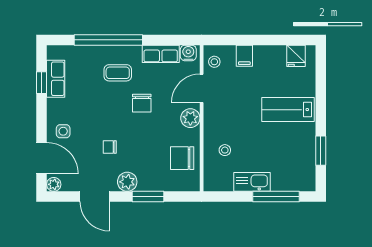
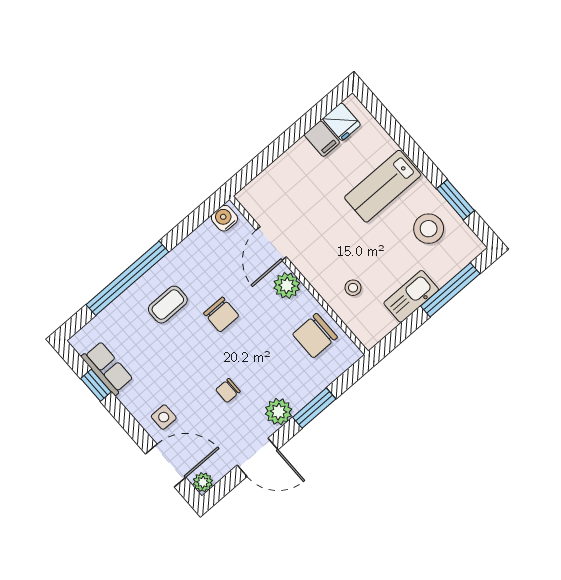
row of seats: (161, 54) -> (196, 245), removed
filing cabinet: (244, 56) -> (322, 139), moved
stool: (214, 62) -> (429, 229), moved, width x1.89, depth x1.89

